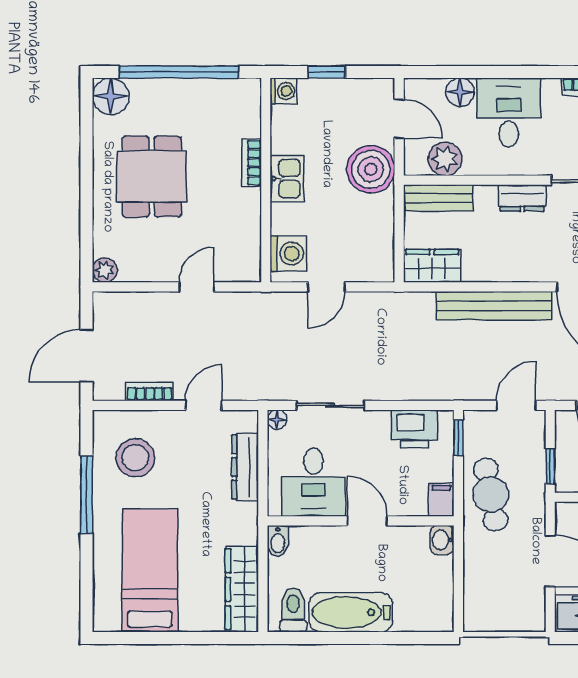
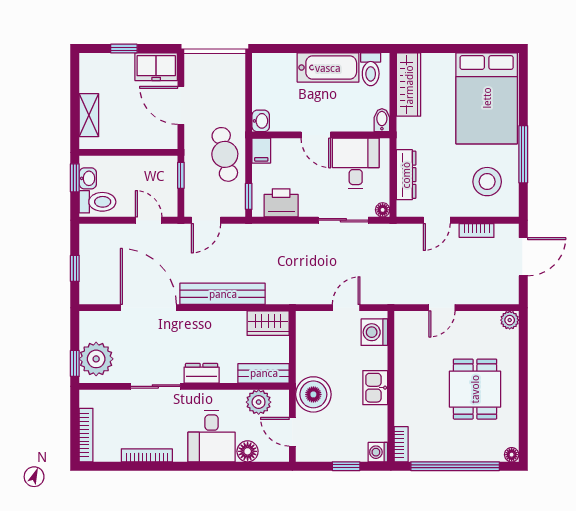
floor lamp: (111, 96) -> (512, 455), width x0.53, depth x0.53
bookcase: (252, 163) -> (401, 444), moved
bed: (150, 570) -> (487, 98), width x1.50

